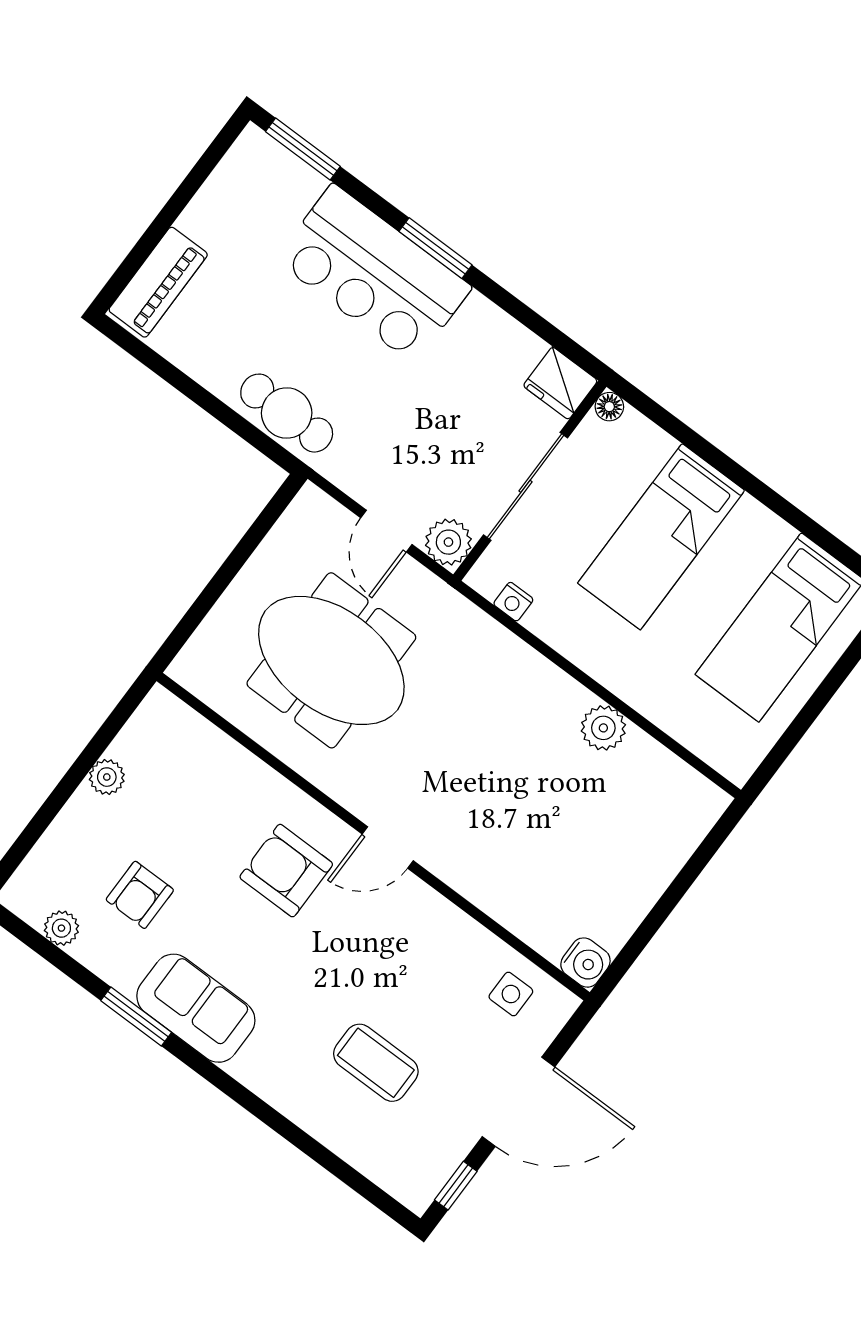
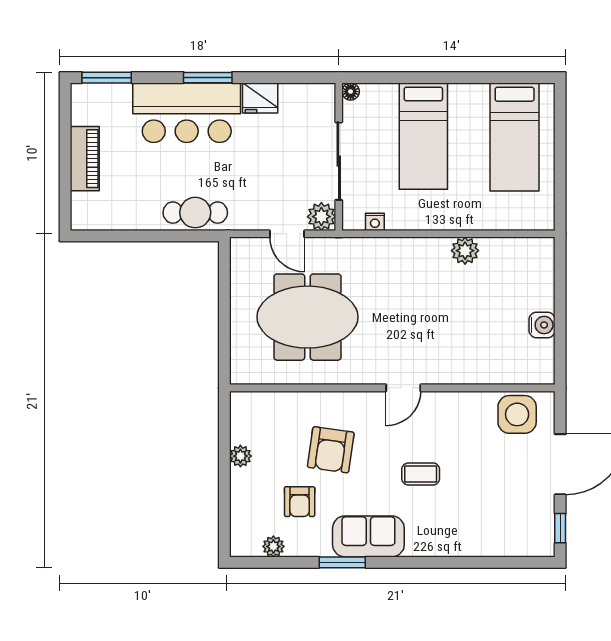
piano: (158, 282) -> (85, 159), moved
fridge: (560, 383) -> (260, 98), moved
armchair: (286, 871) -> (331, 450), moved, turned -82
water cooler: (585, 963) -> (542, 325), moved
side table: (511, 994) -> (517, 414), width x1.87, depth x1.87
coffee table: (376, 1063) -> (421, 474), moved, width x0.73, depth x0.77

